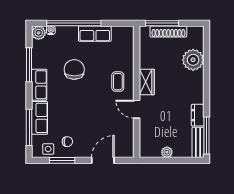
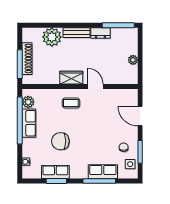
window: (74, 23) -> (20, 120), moved
plant: (39, 33) -> (28, 102), moved
window: (29, 65) -> (56, 181), width x0.69
row of seats: (39, 85) -> (55, 172), moved
door: (137, 109) -> (95, 87), swing flipped
window: (29, 127) -> (99, 181), moved
bench: (198, 142) -> (77, 33), moved

